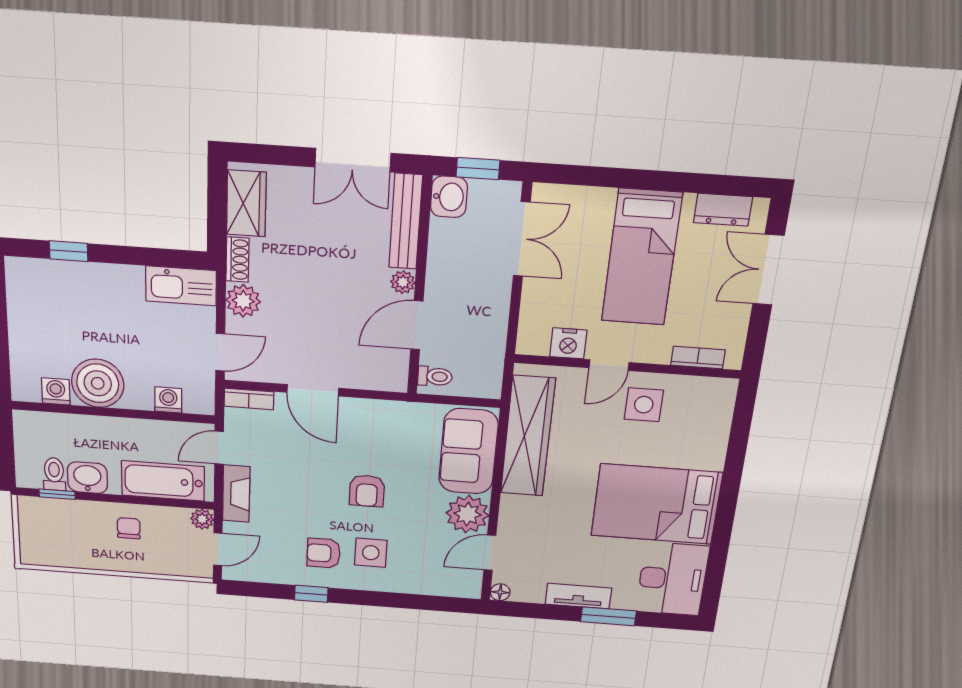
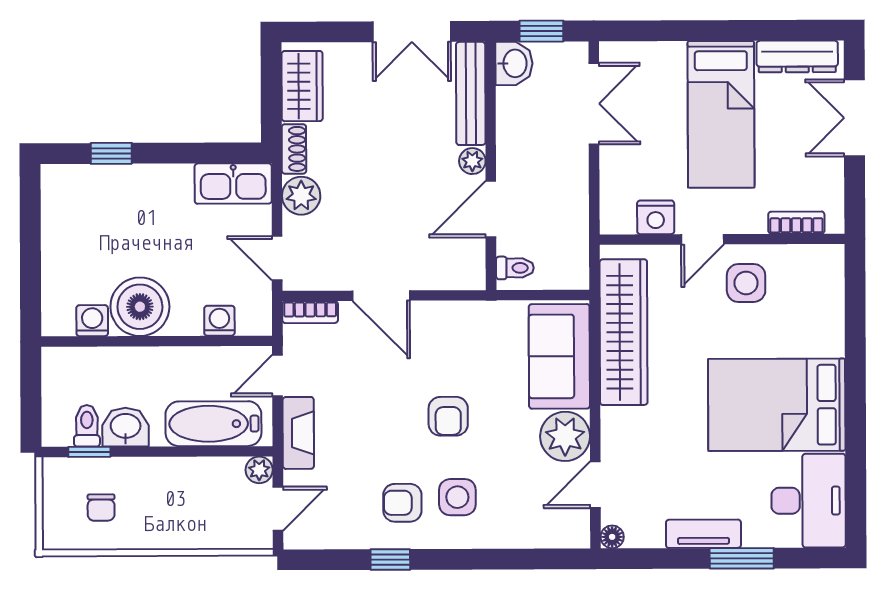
dresser: (723, 210) -> (797, 56), width x1.44
door: (220, 352) -> (277, 258), swing flipped
chair: (129, 528) -> (101, 508), moved, turned 180

